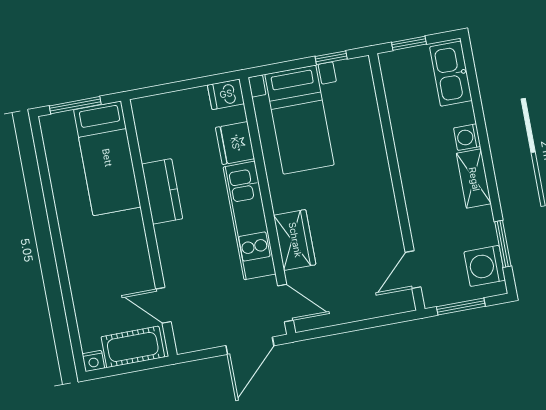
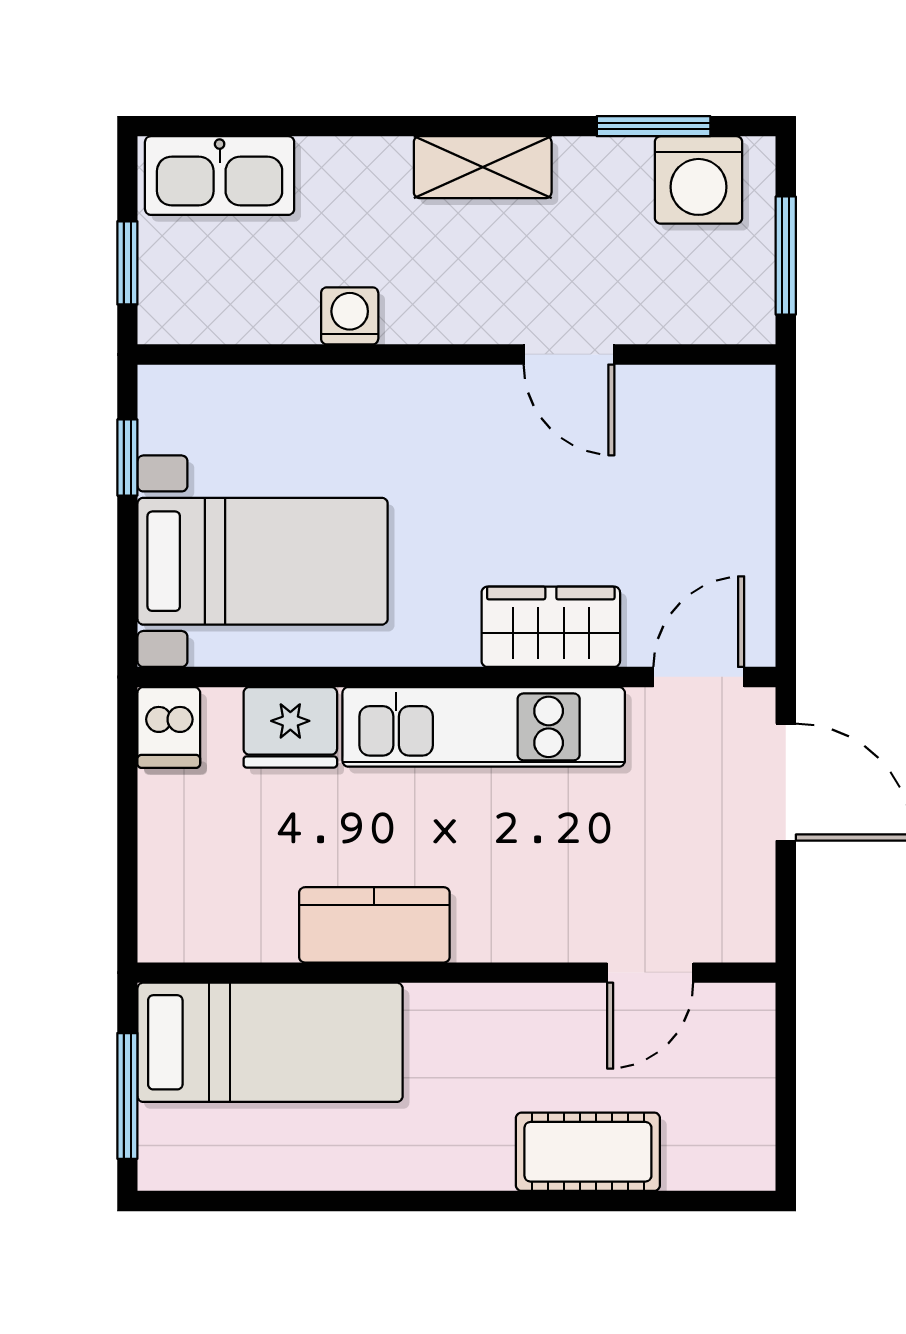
washing machine: (467, 137) -> (350, 316), moved, turned 180
door: (413, 270) -> (569, 355), moved
cot: (133, 347) -> (588, 1152), moved, turned 90
nightstand: (93, 361) -> (753, 1167), removed

